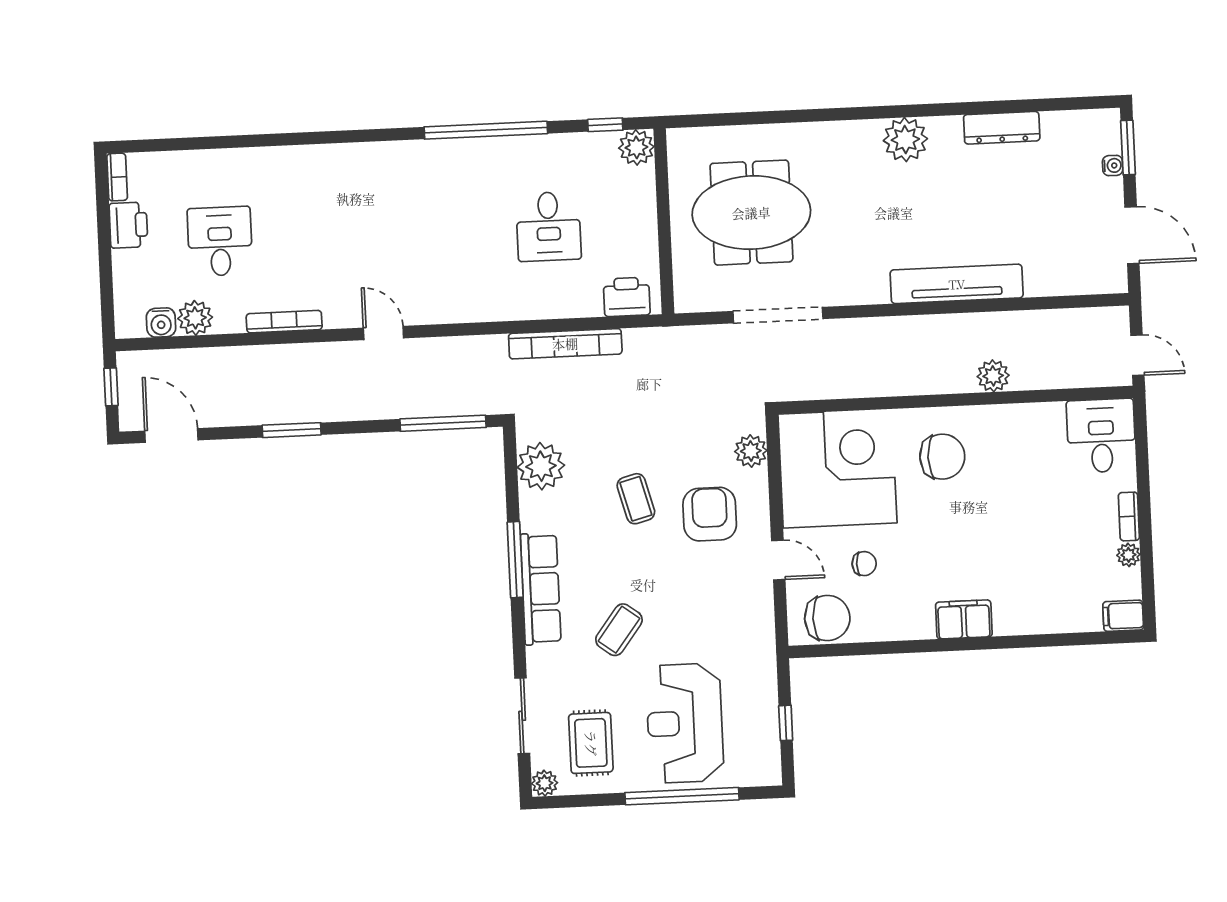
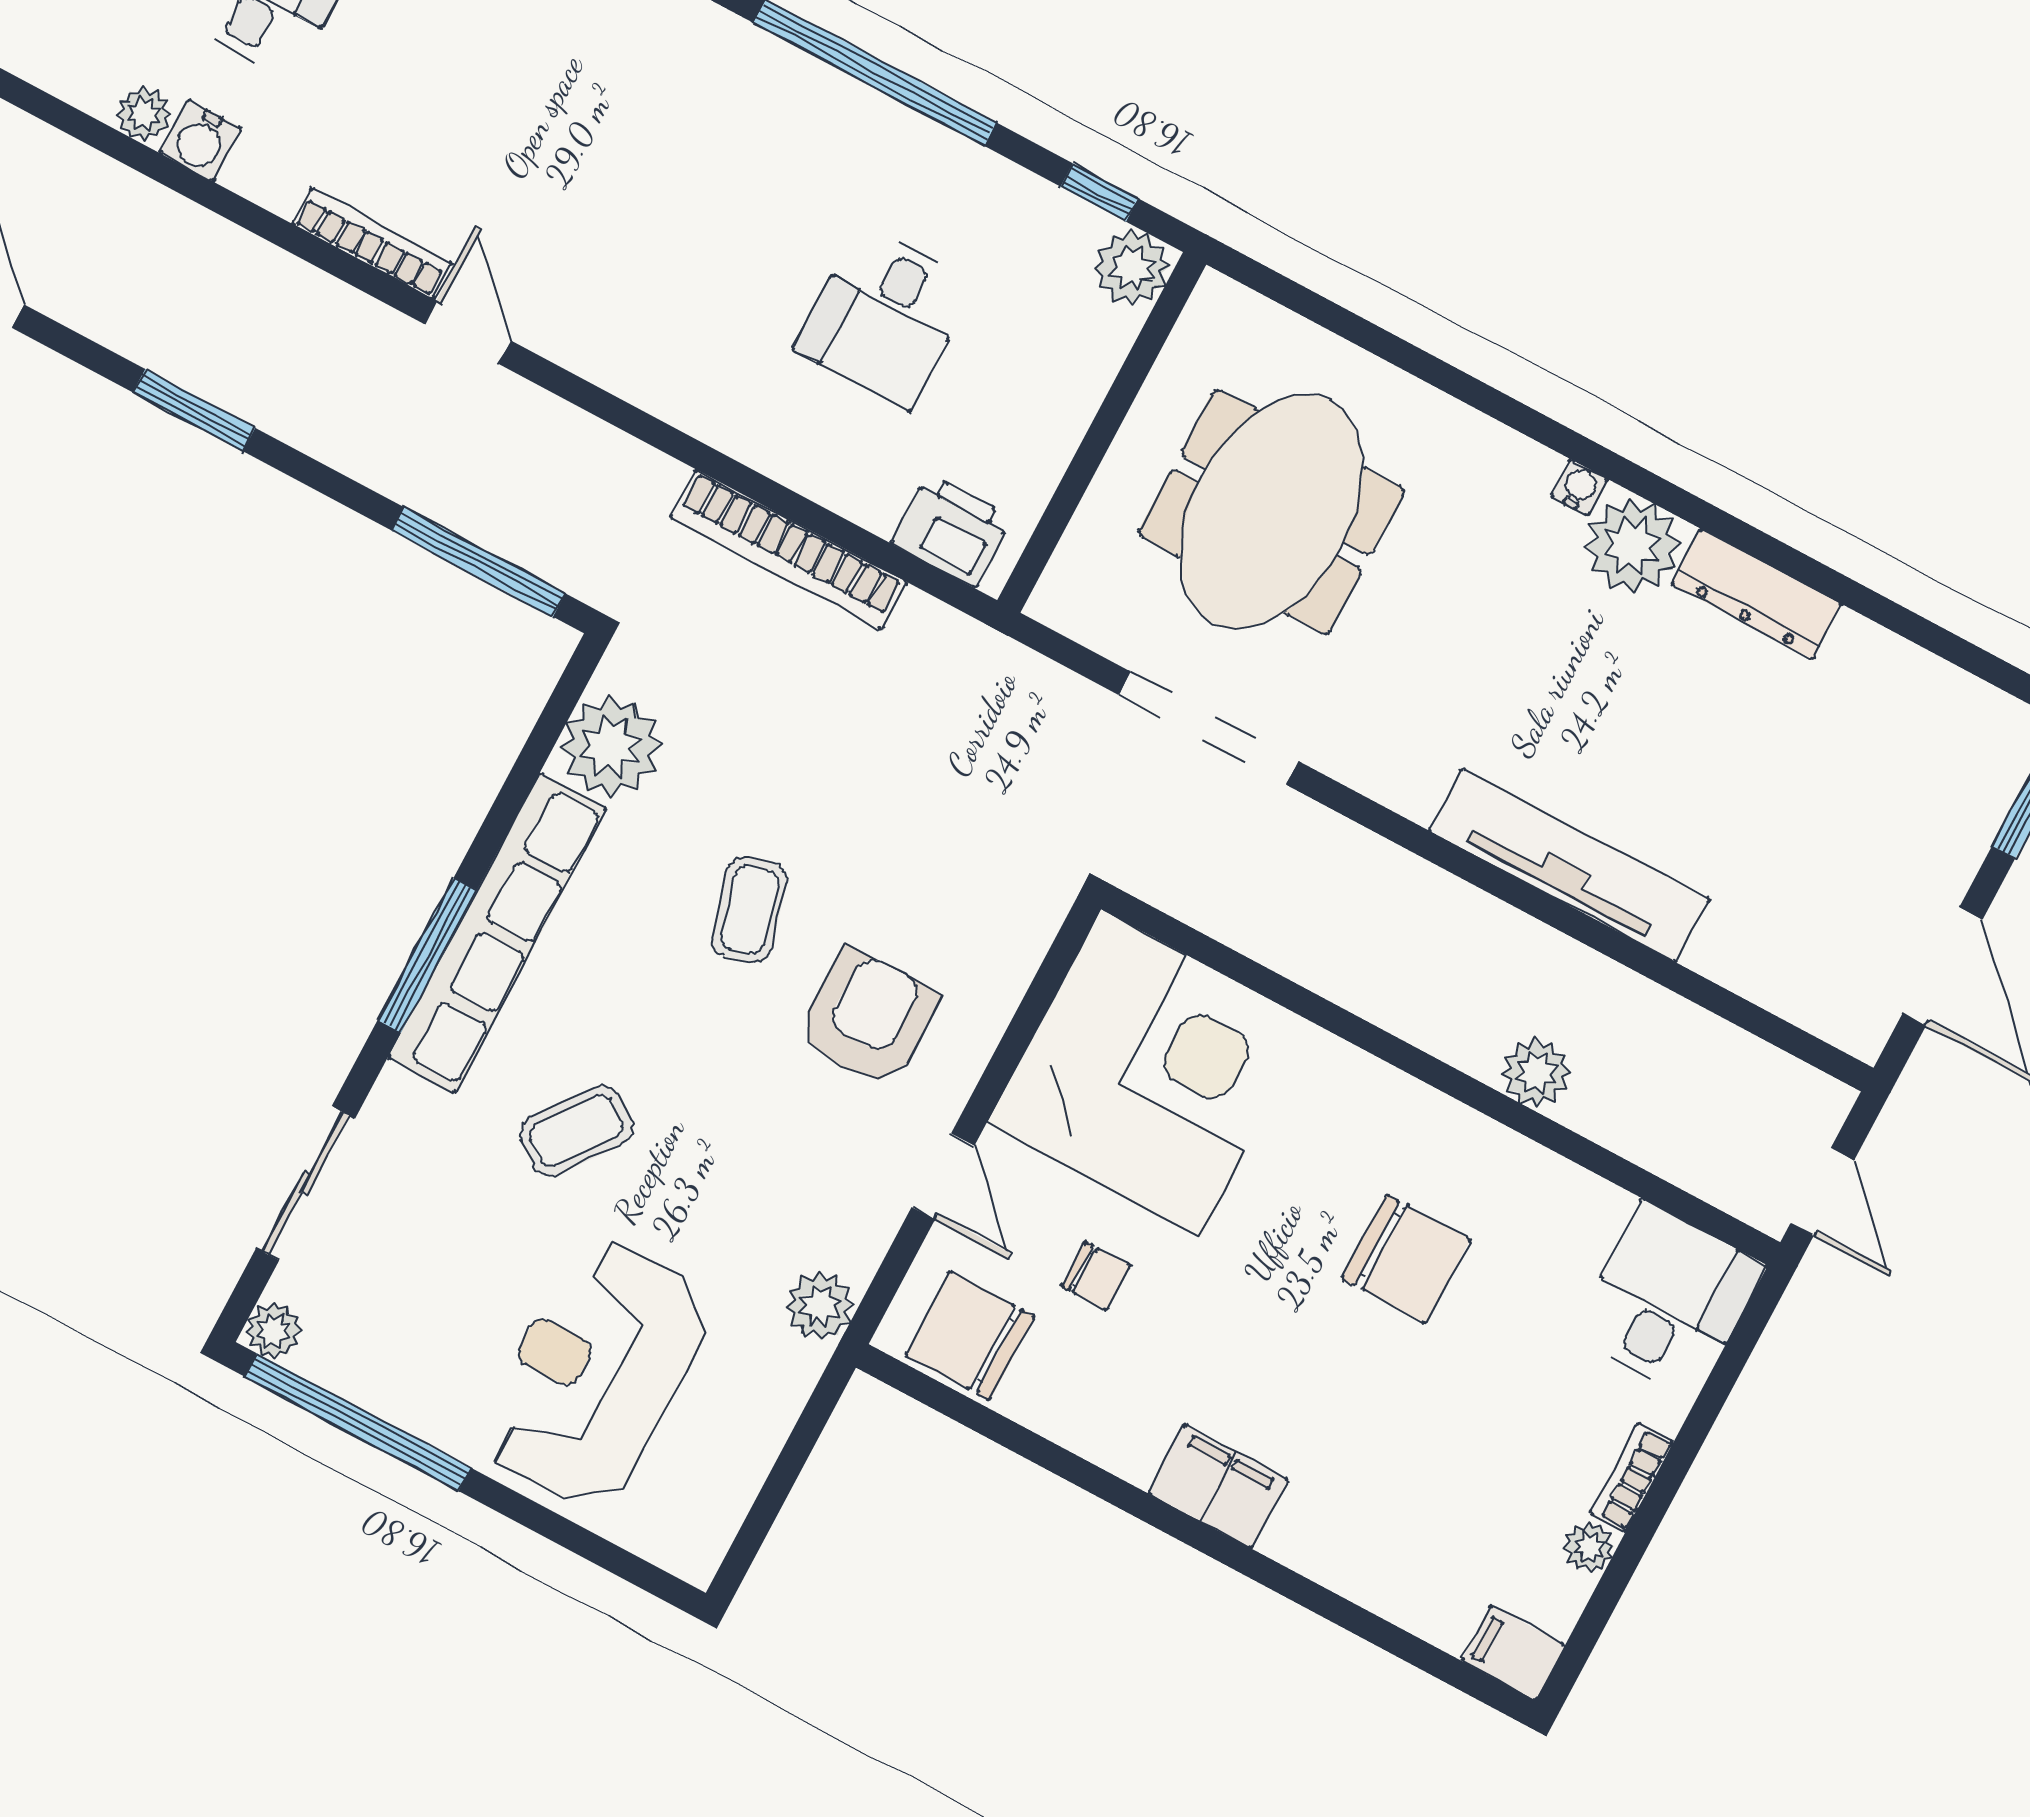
dresser: (1002, 128) -> (1757, 594), moved
water cooler: (1113, 166) -> (1579, 488), moved, turned -90
meeting table: (751, 213) -> (1271, 512), turned 90
plant: (195, 318) -> (144, 114), width x0.73, depth x0.73
bookcase: (284, 322) -> (372, 243), moved
water cooler: (161, 323) -> (201, 140), moved
plant: (751, 451) -> (820, 1306), moved
chair: (942, 457) -> (1406, 1259), moved
window: (515, 560) -> (427, 955), moved
row of seats: (541, 589) -> (498, 933), width x1.36
chair: (827, 618) -> (970, 1336), turned 180
window: (786, 723) -> (780, 1482), removed
rug: (591, 743) -> (402, 1307), removed
window: (682, 796) -> (358, 1422), moved

